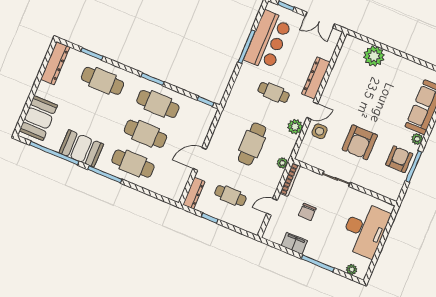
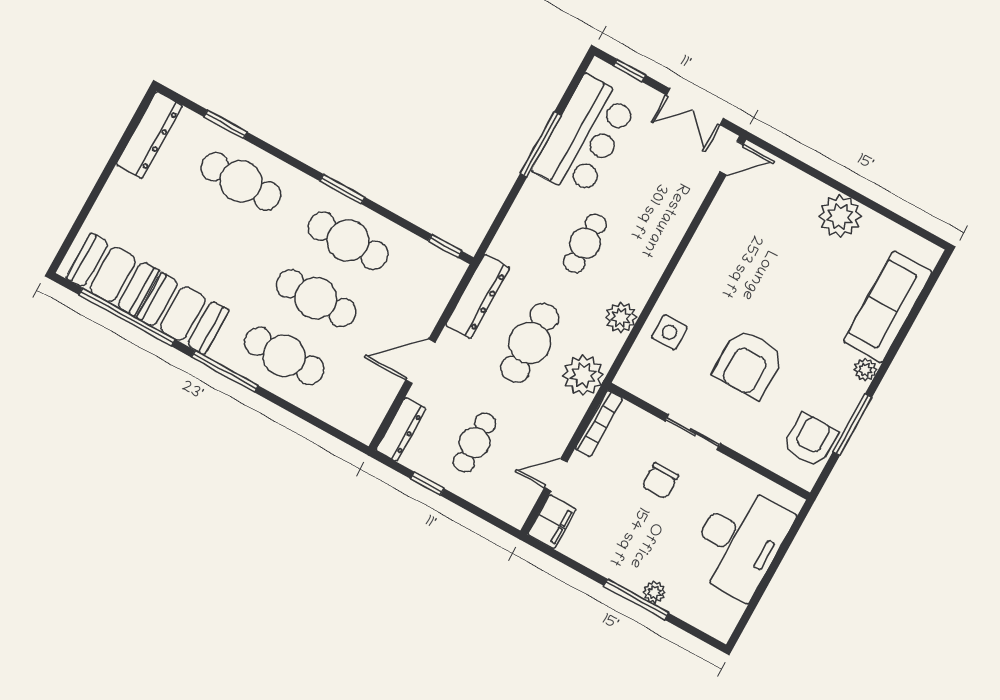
plant: (374, 56) -> (840, 216), moved
dresser: (316, 78) -> (478, 296), moved, turned 180
cafe table: (274, 92) -> (585, 243), turned 90
door: (312, 111) -> (732, 158), moved
booth: (38, 118) -> (113, 274), moved, turned 90
armchair: (399, 159) -> (810, 440), moved
plant: (282, 163) -> (583, 375), width x1.87, depth x1.87
cafe table: (230, 196) -> (475, 443), turned 90
chair: (307, 212) -> (660, 481), moved
filing cabinet: (294, 243) -> (552, 522), moved, turned 90
plant: (352, 270) -> (654, 592), moved

